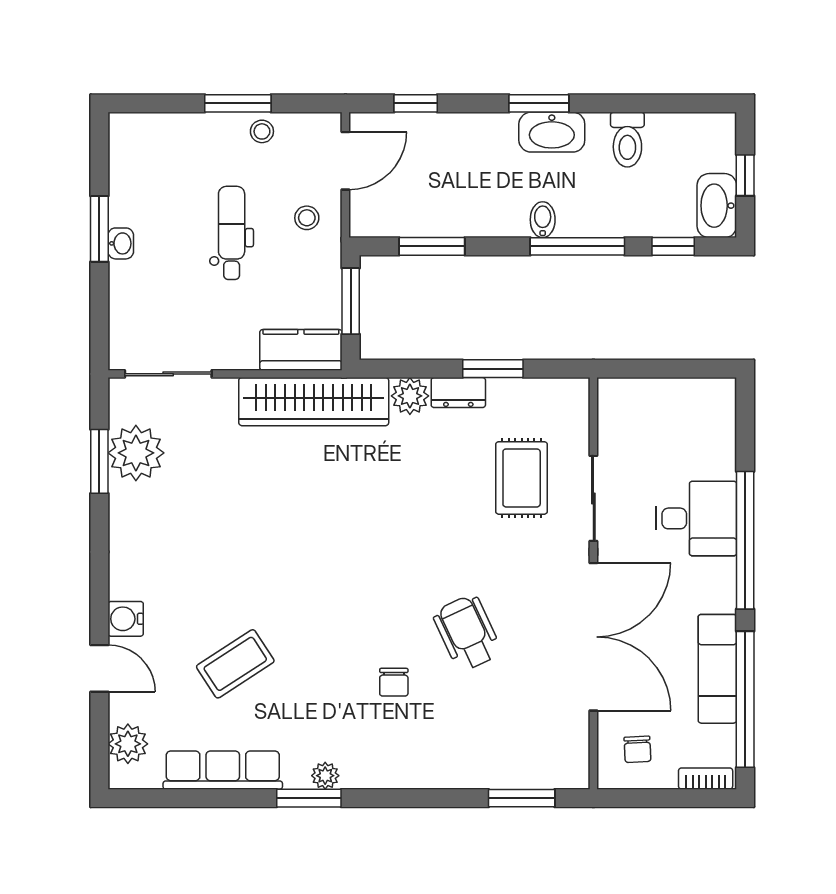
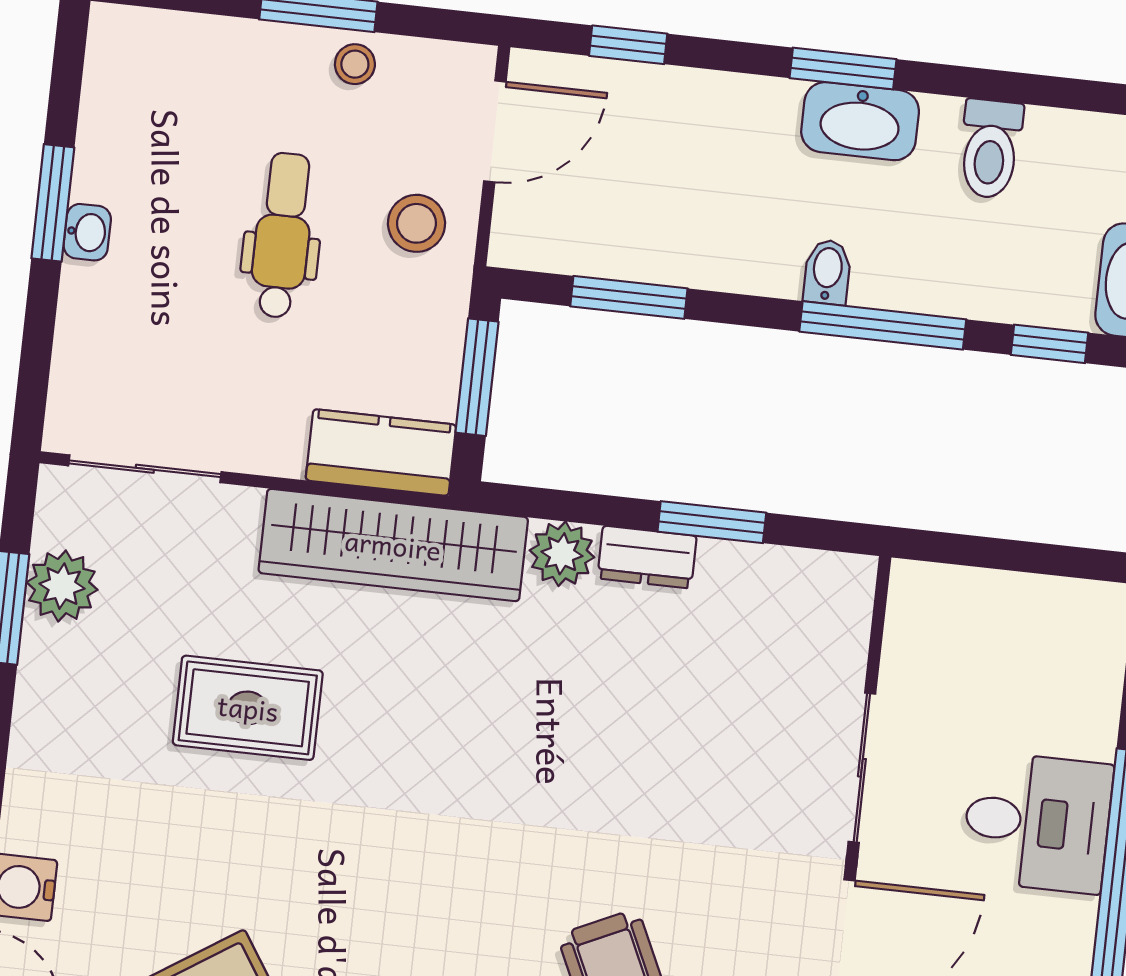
stool: (307, 218) -> (416, 223), width x1.37, depth x1.37
plant: (136, 453) -> (62, 586), width x0.73, depth x0.73
rug: (522, 478) -> (248, 708), moved, turned 90

